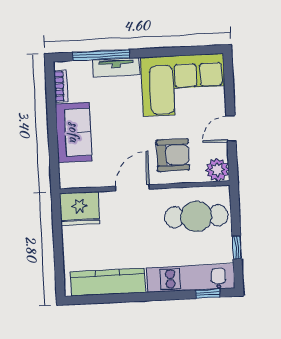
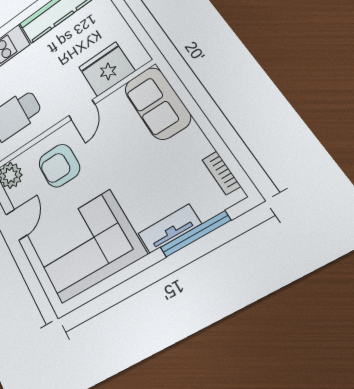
sofa: (74, 132) -> (157, 103), moved
door: (133, 188) -> (82, 110), width x0.73
fridge: (80, 209) -> (107, 69), moved

